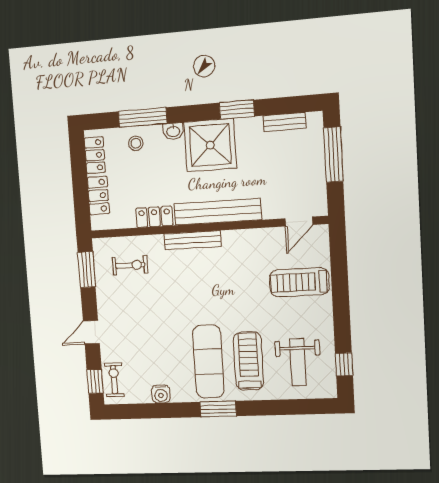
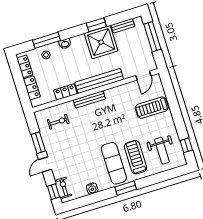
shower: (210, 145) -> (101, 42), moved
window: (87, 270) -> (38, 143), moved

